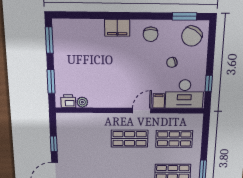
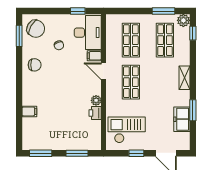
filing cabinet: (117, 28) -> (29, 111), moved, width x0.50
printer: (68, 101) -> (95, 113), moved
plant: (82, 102) -> (96, 100), moved
checkout: (79, 134) -> (127, 130), added

